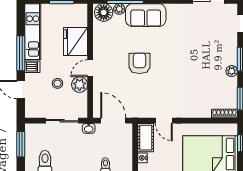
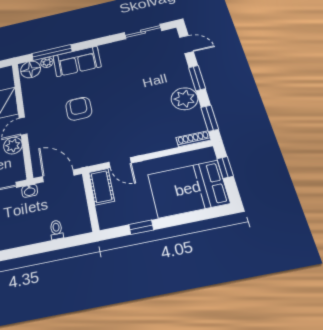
plant: (232, 71) -> (185, 99), width x1.87, depth x1.87
nightstand: (143, 158) -> (102, 211), removed

